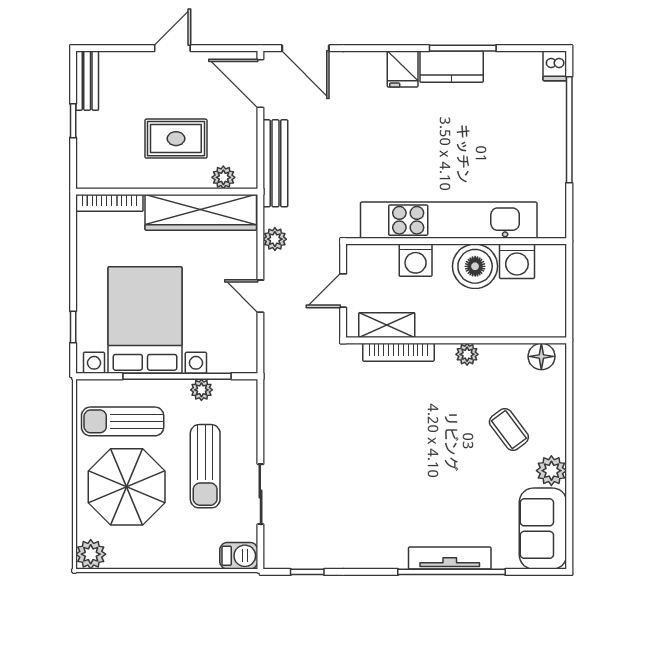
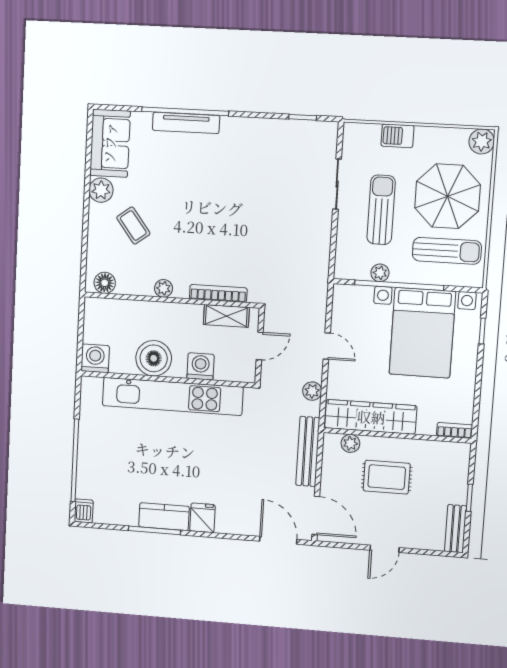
bookcase: (109, 203) -> (455, 430), width x0.64
washing machine: (517, 261) -> (95, 358), moved
barbecue: (239, 556) -> (397, 136), moved

